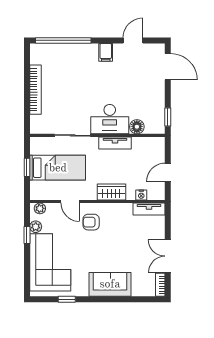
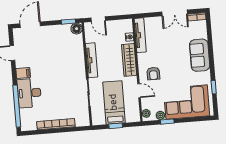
desk: (110, 119) -> (29, 93), moved, turned 180
floor lamp: (137, 127) -> (77, 29), moved
tv unit: (115, 143) -> (92, 60), width x1.41
door: (168, 173) -> (98, 19), moved
wardrobe: (111, 192) -> (129, 60), width x1.50
door: (70, 202) -> (139, 91), hinge flipped
tv unit: (149, 209) -> (140, 35), width x1.41

